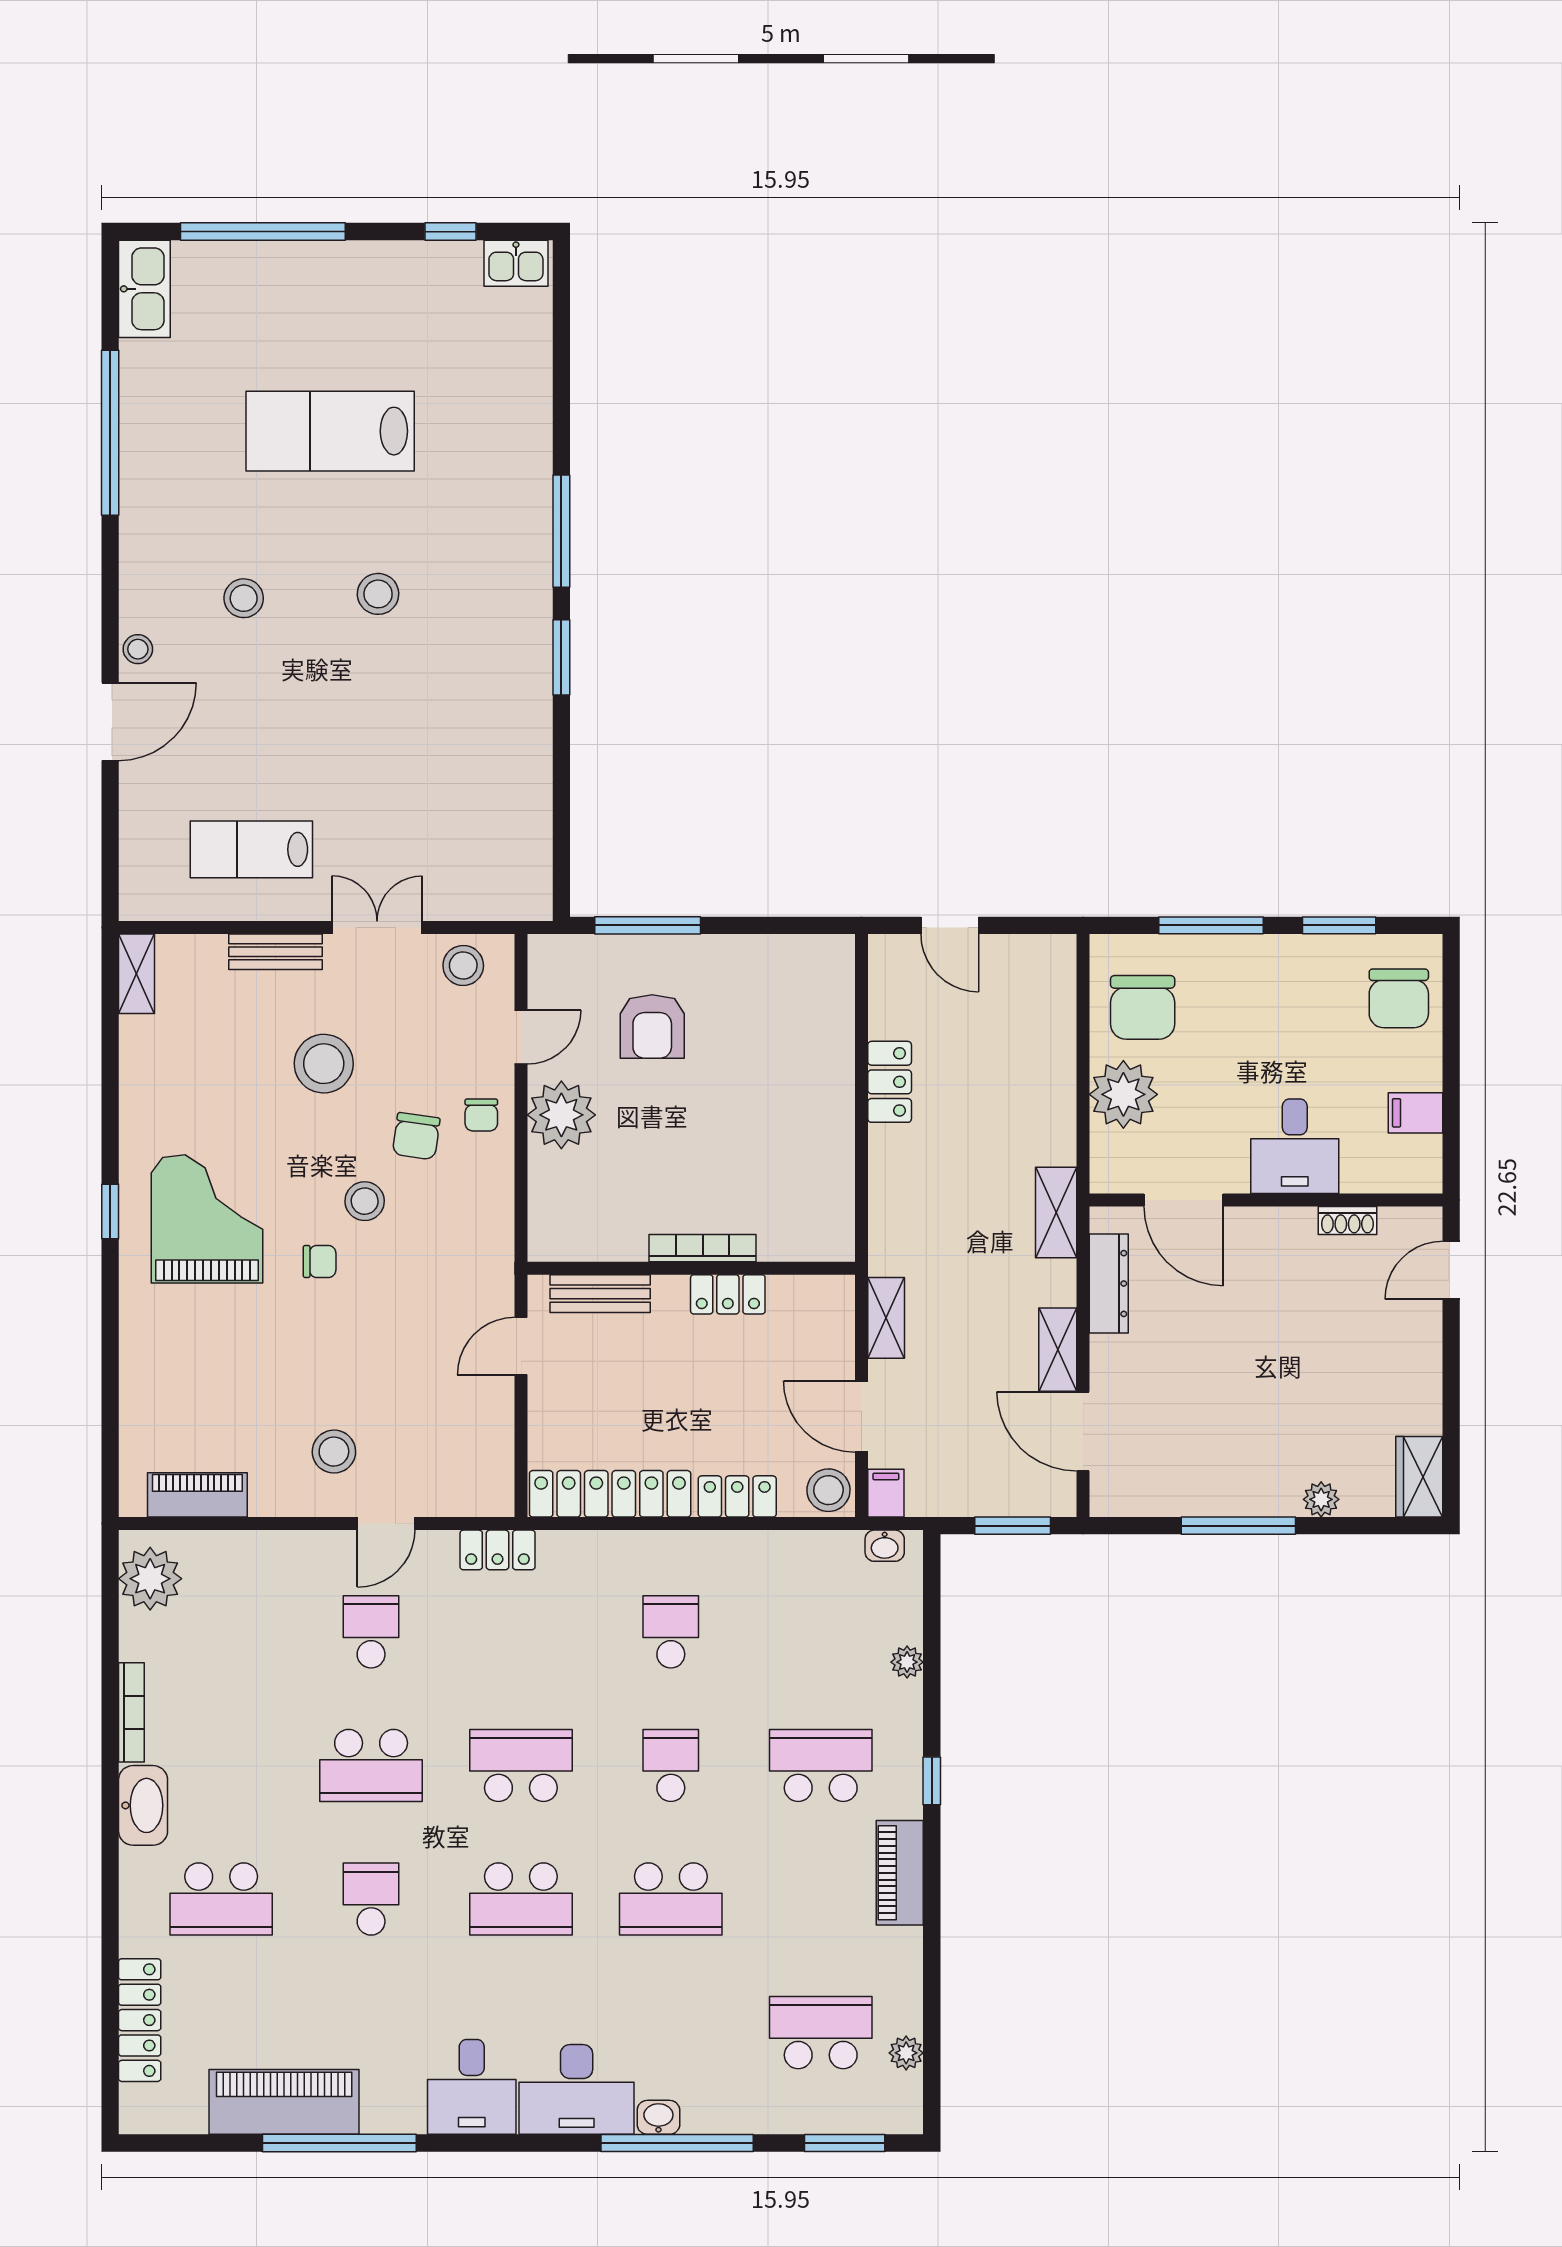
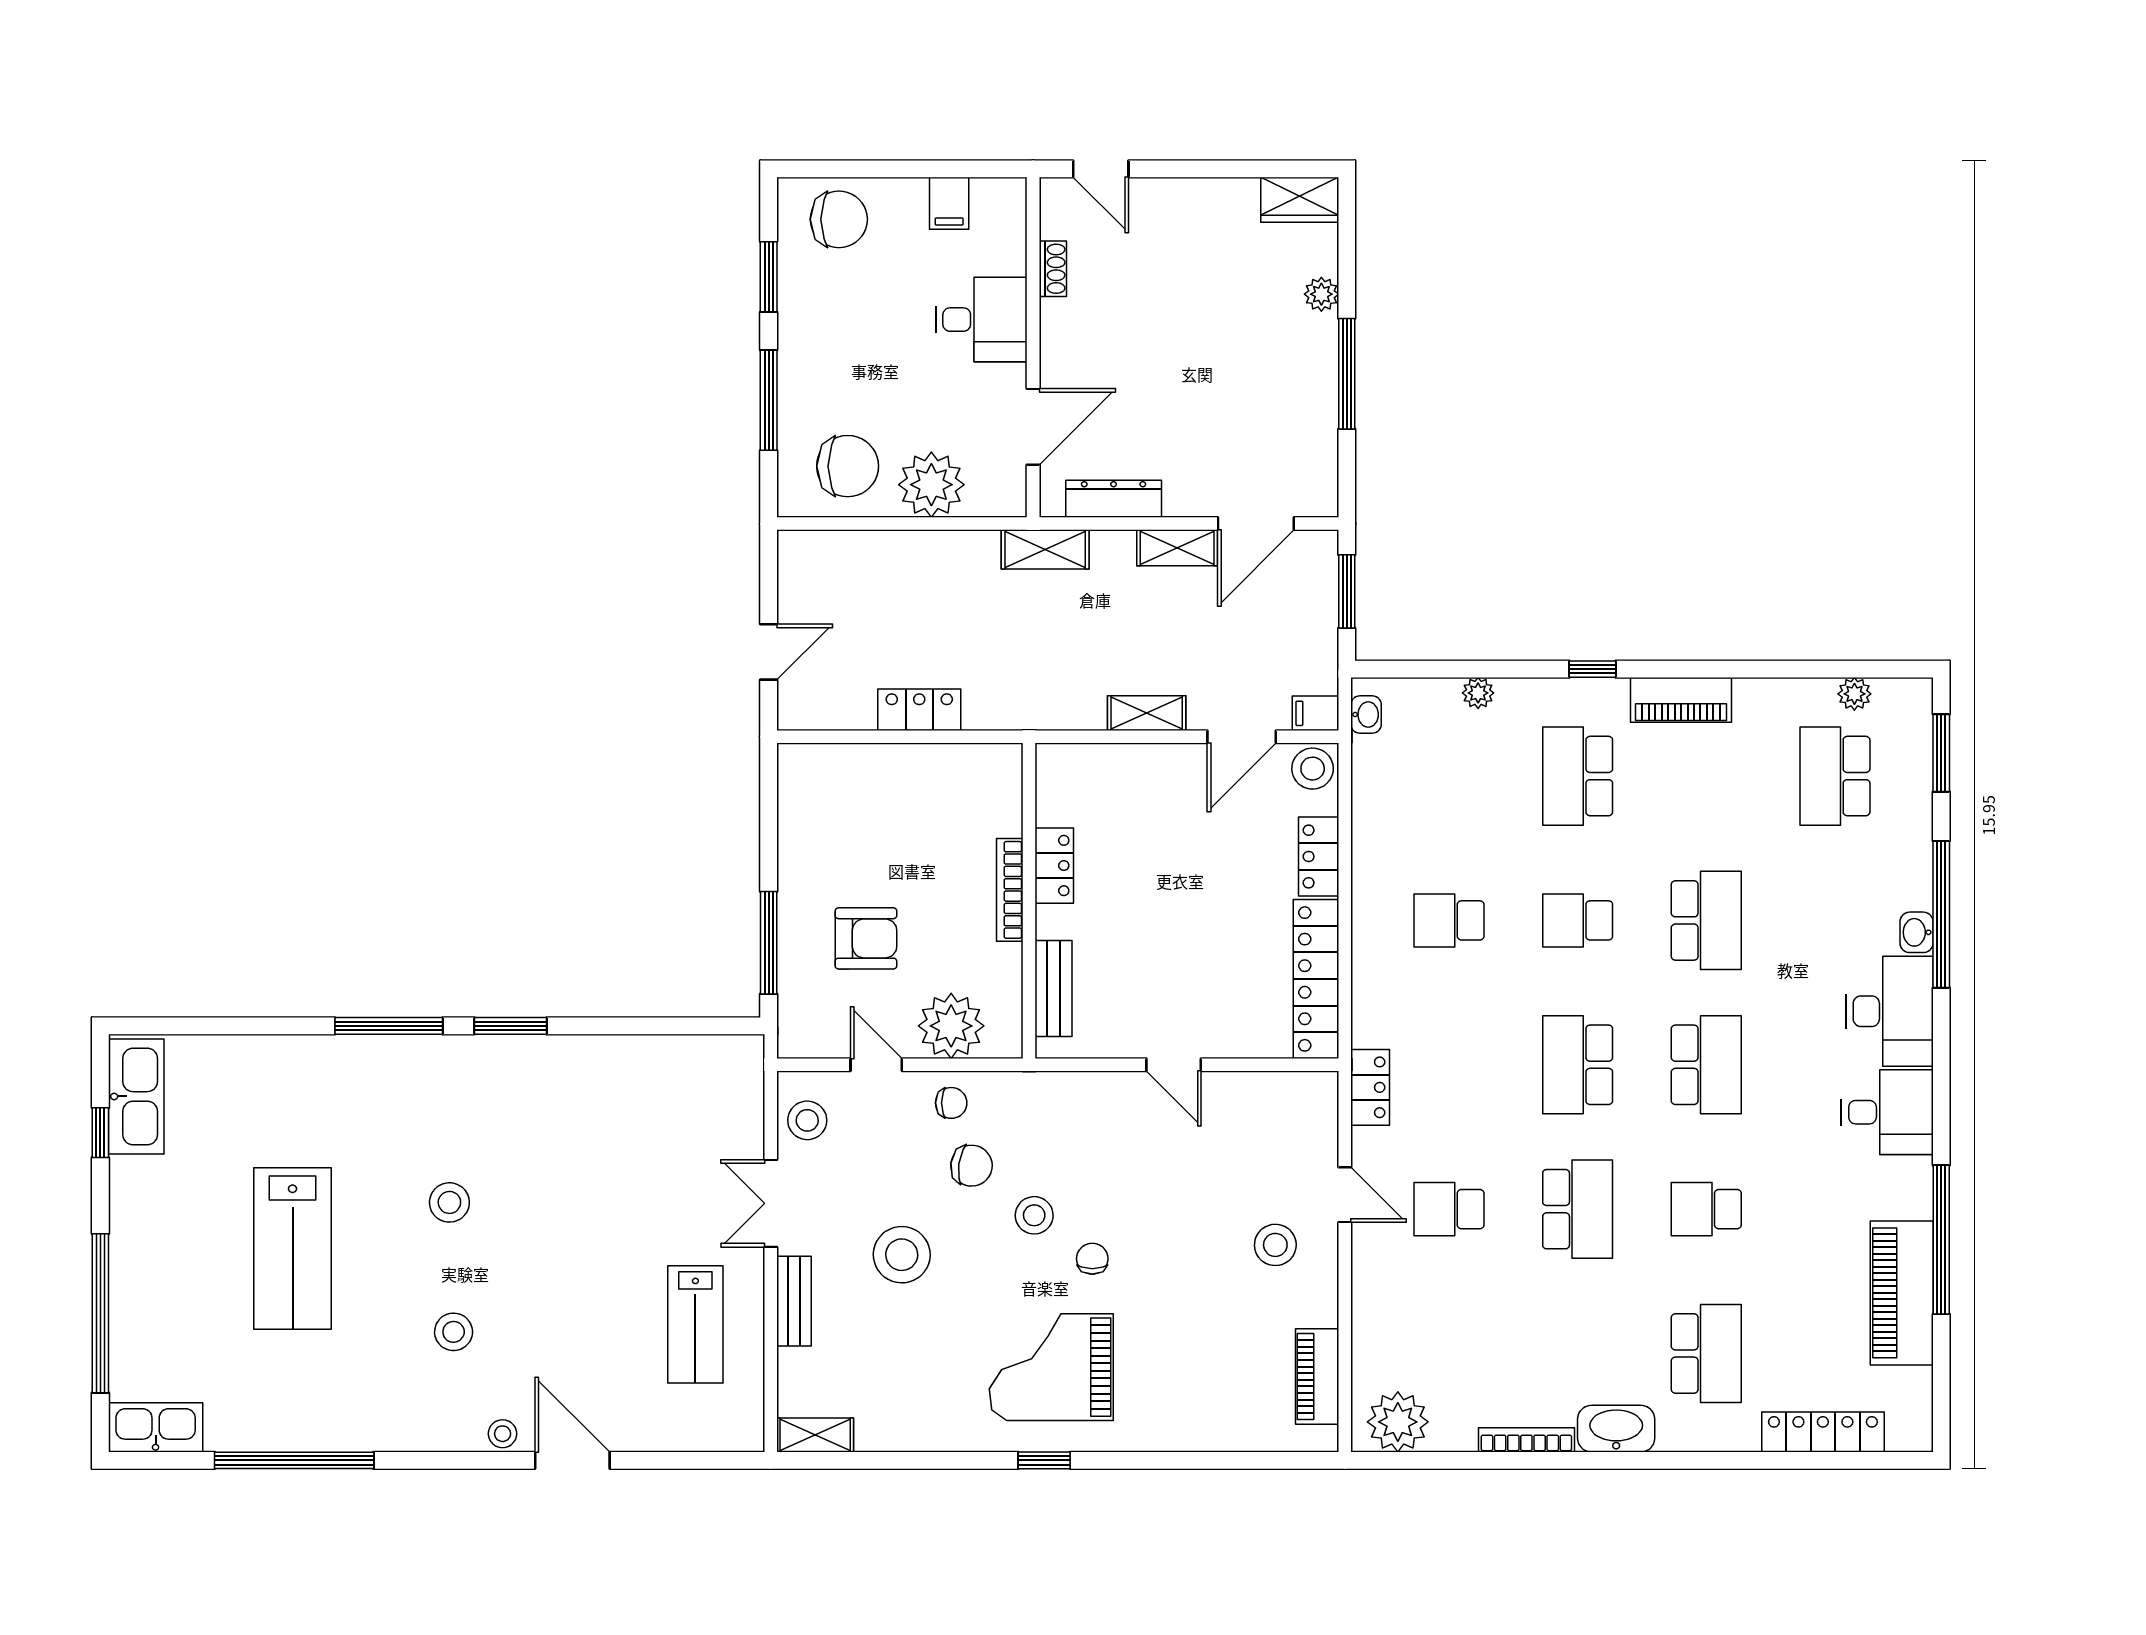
kitchen sink: (516, 263) -> (136, 1096), width x1.88, depth x1.24
bookcase: (703, 1248) -> (1010, 890), moved
wall: (691, 1268) -> (1029, 901), moved
bench: (600, 1294) -> (1054, 988), moved
locker: (728, 1294) -> (1054, 866), moved

